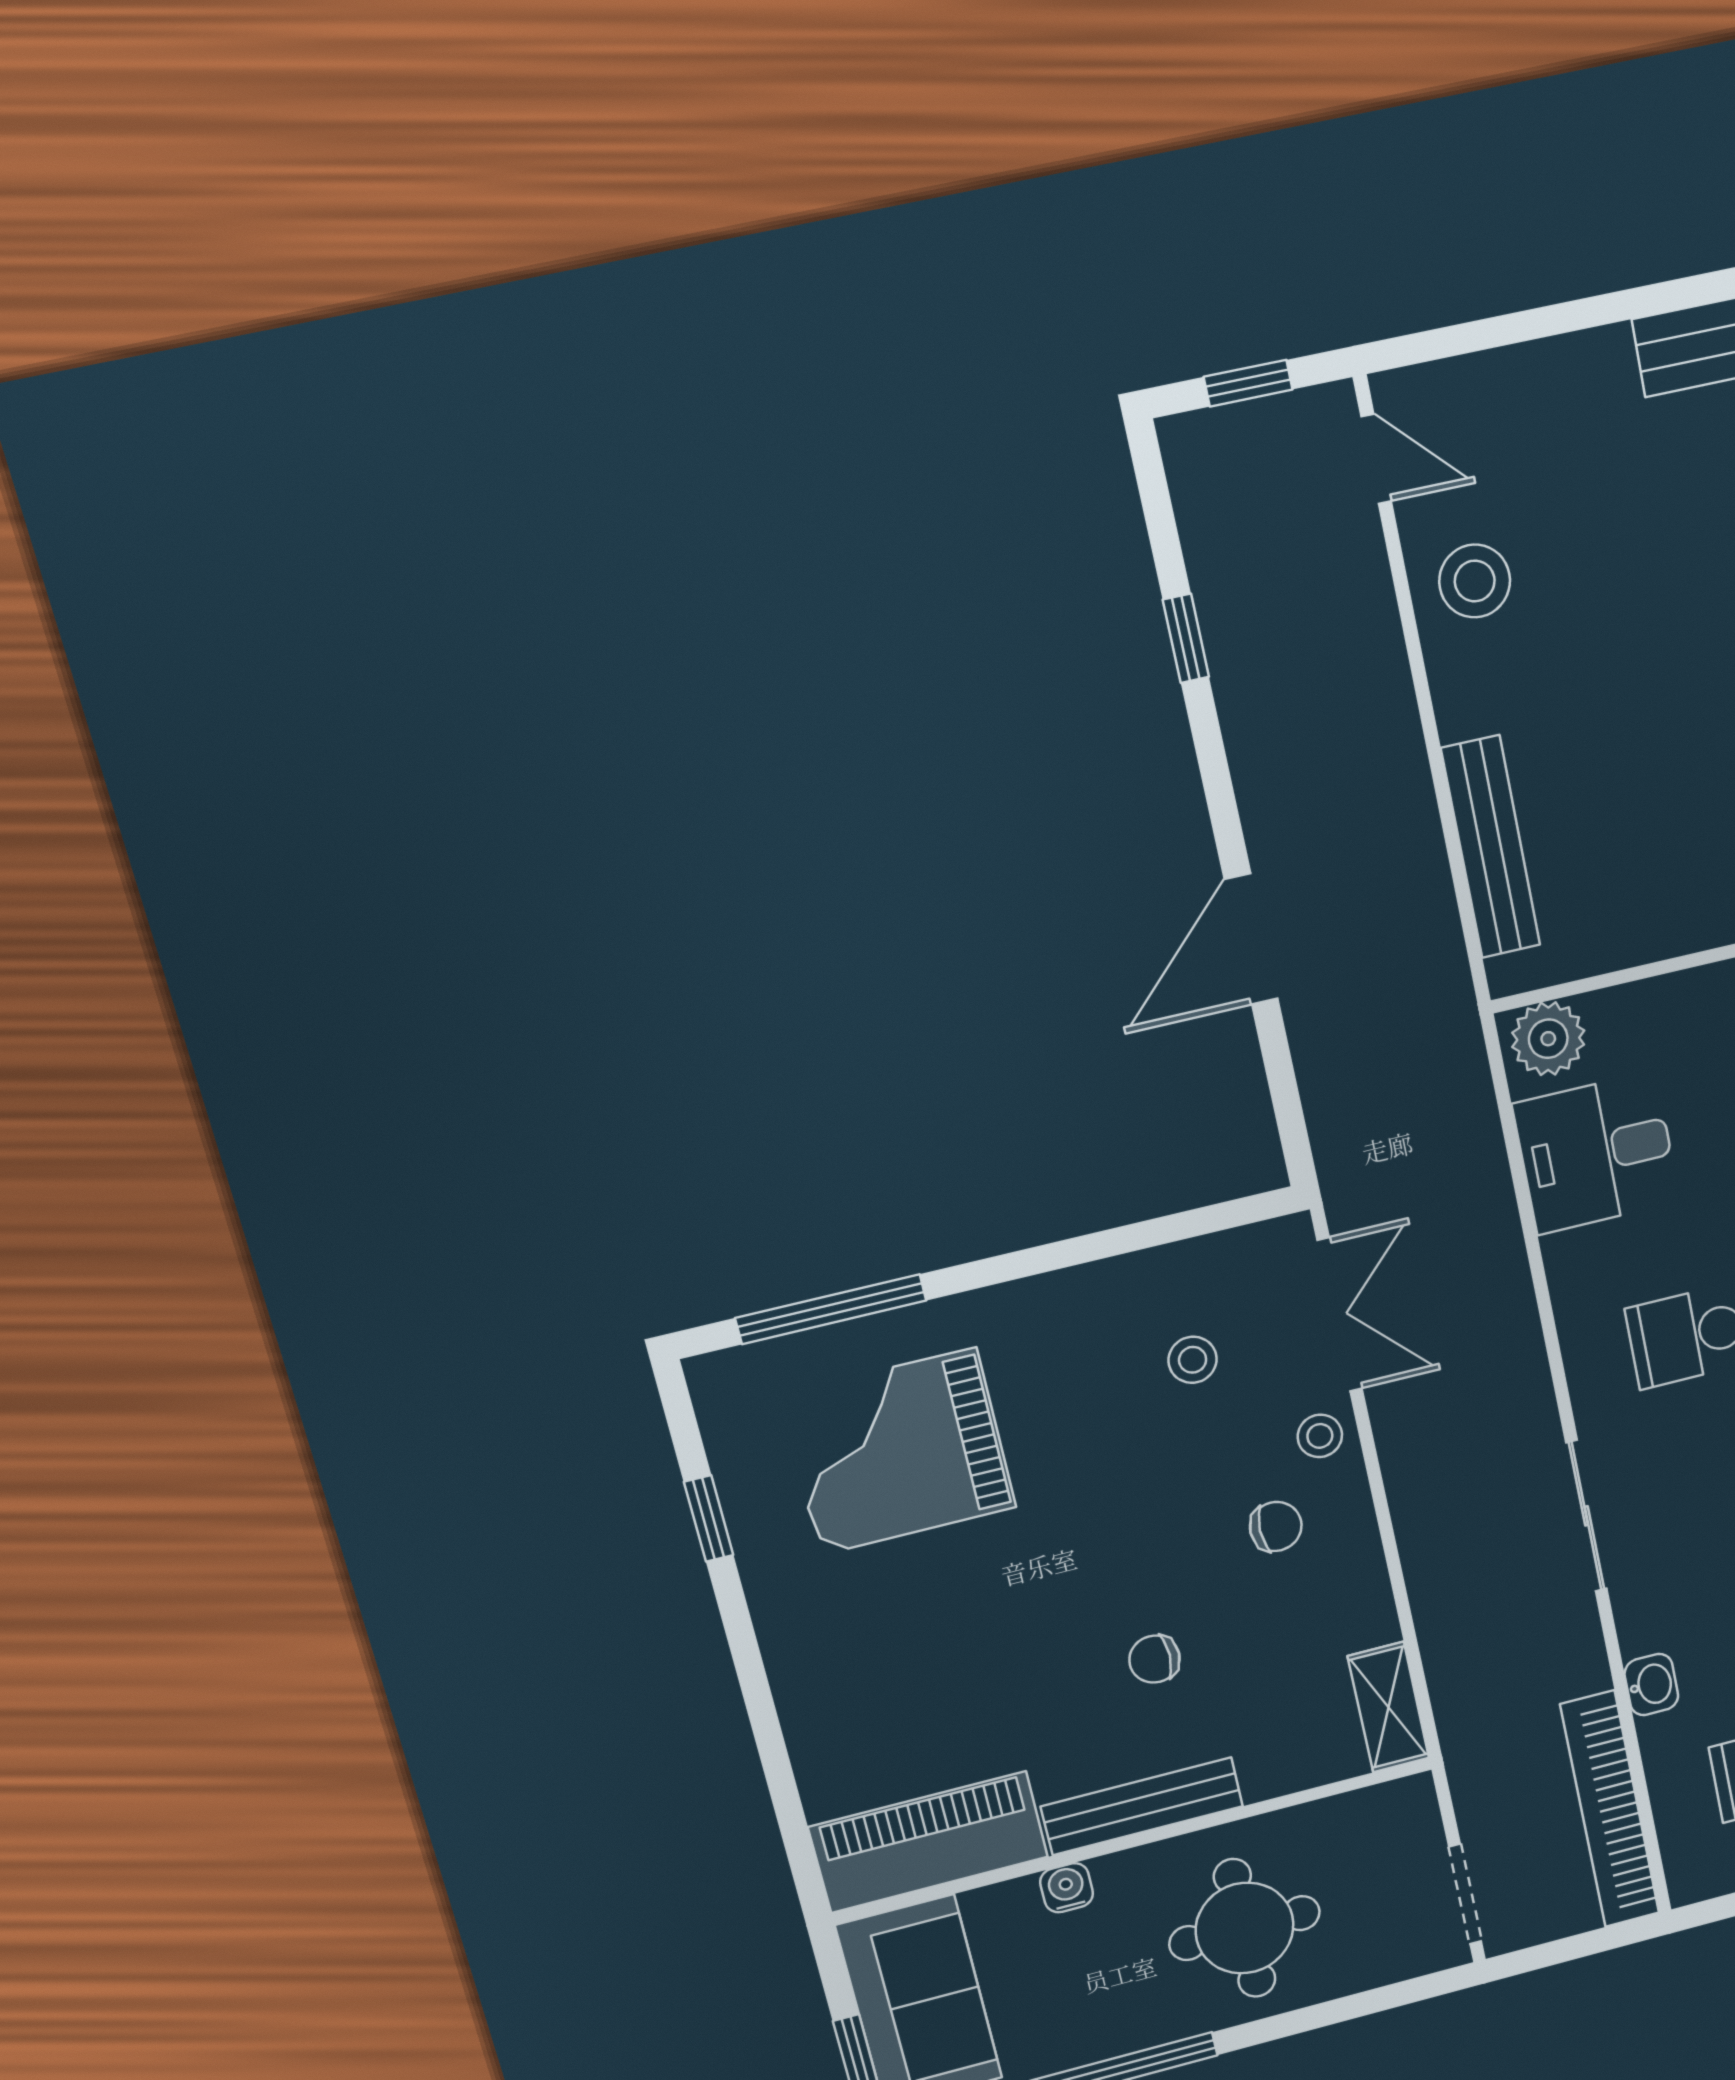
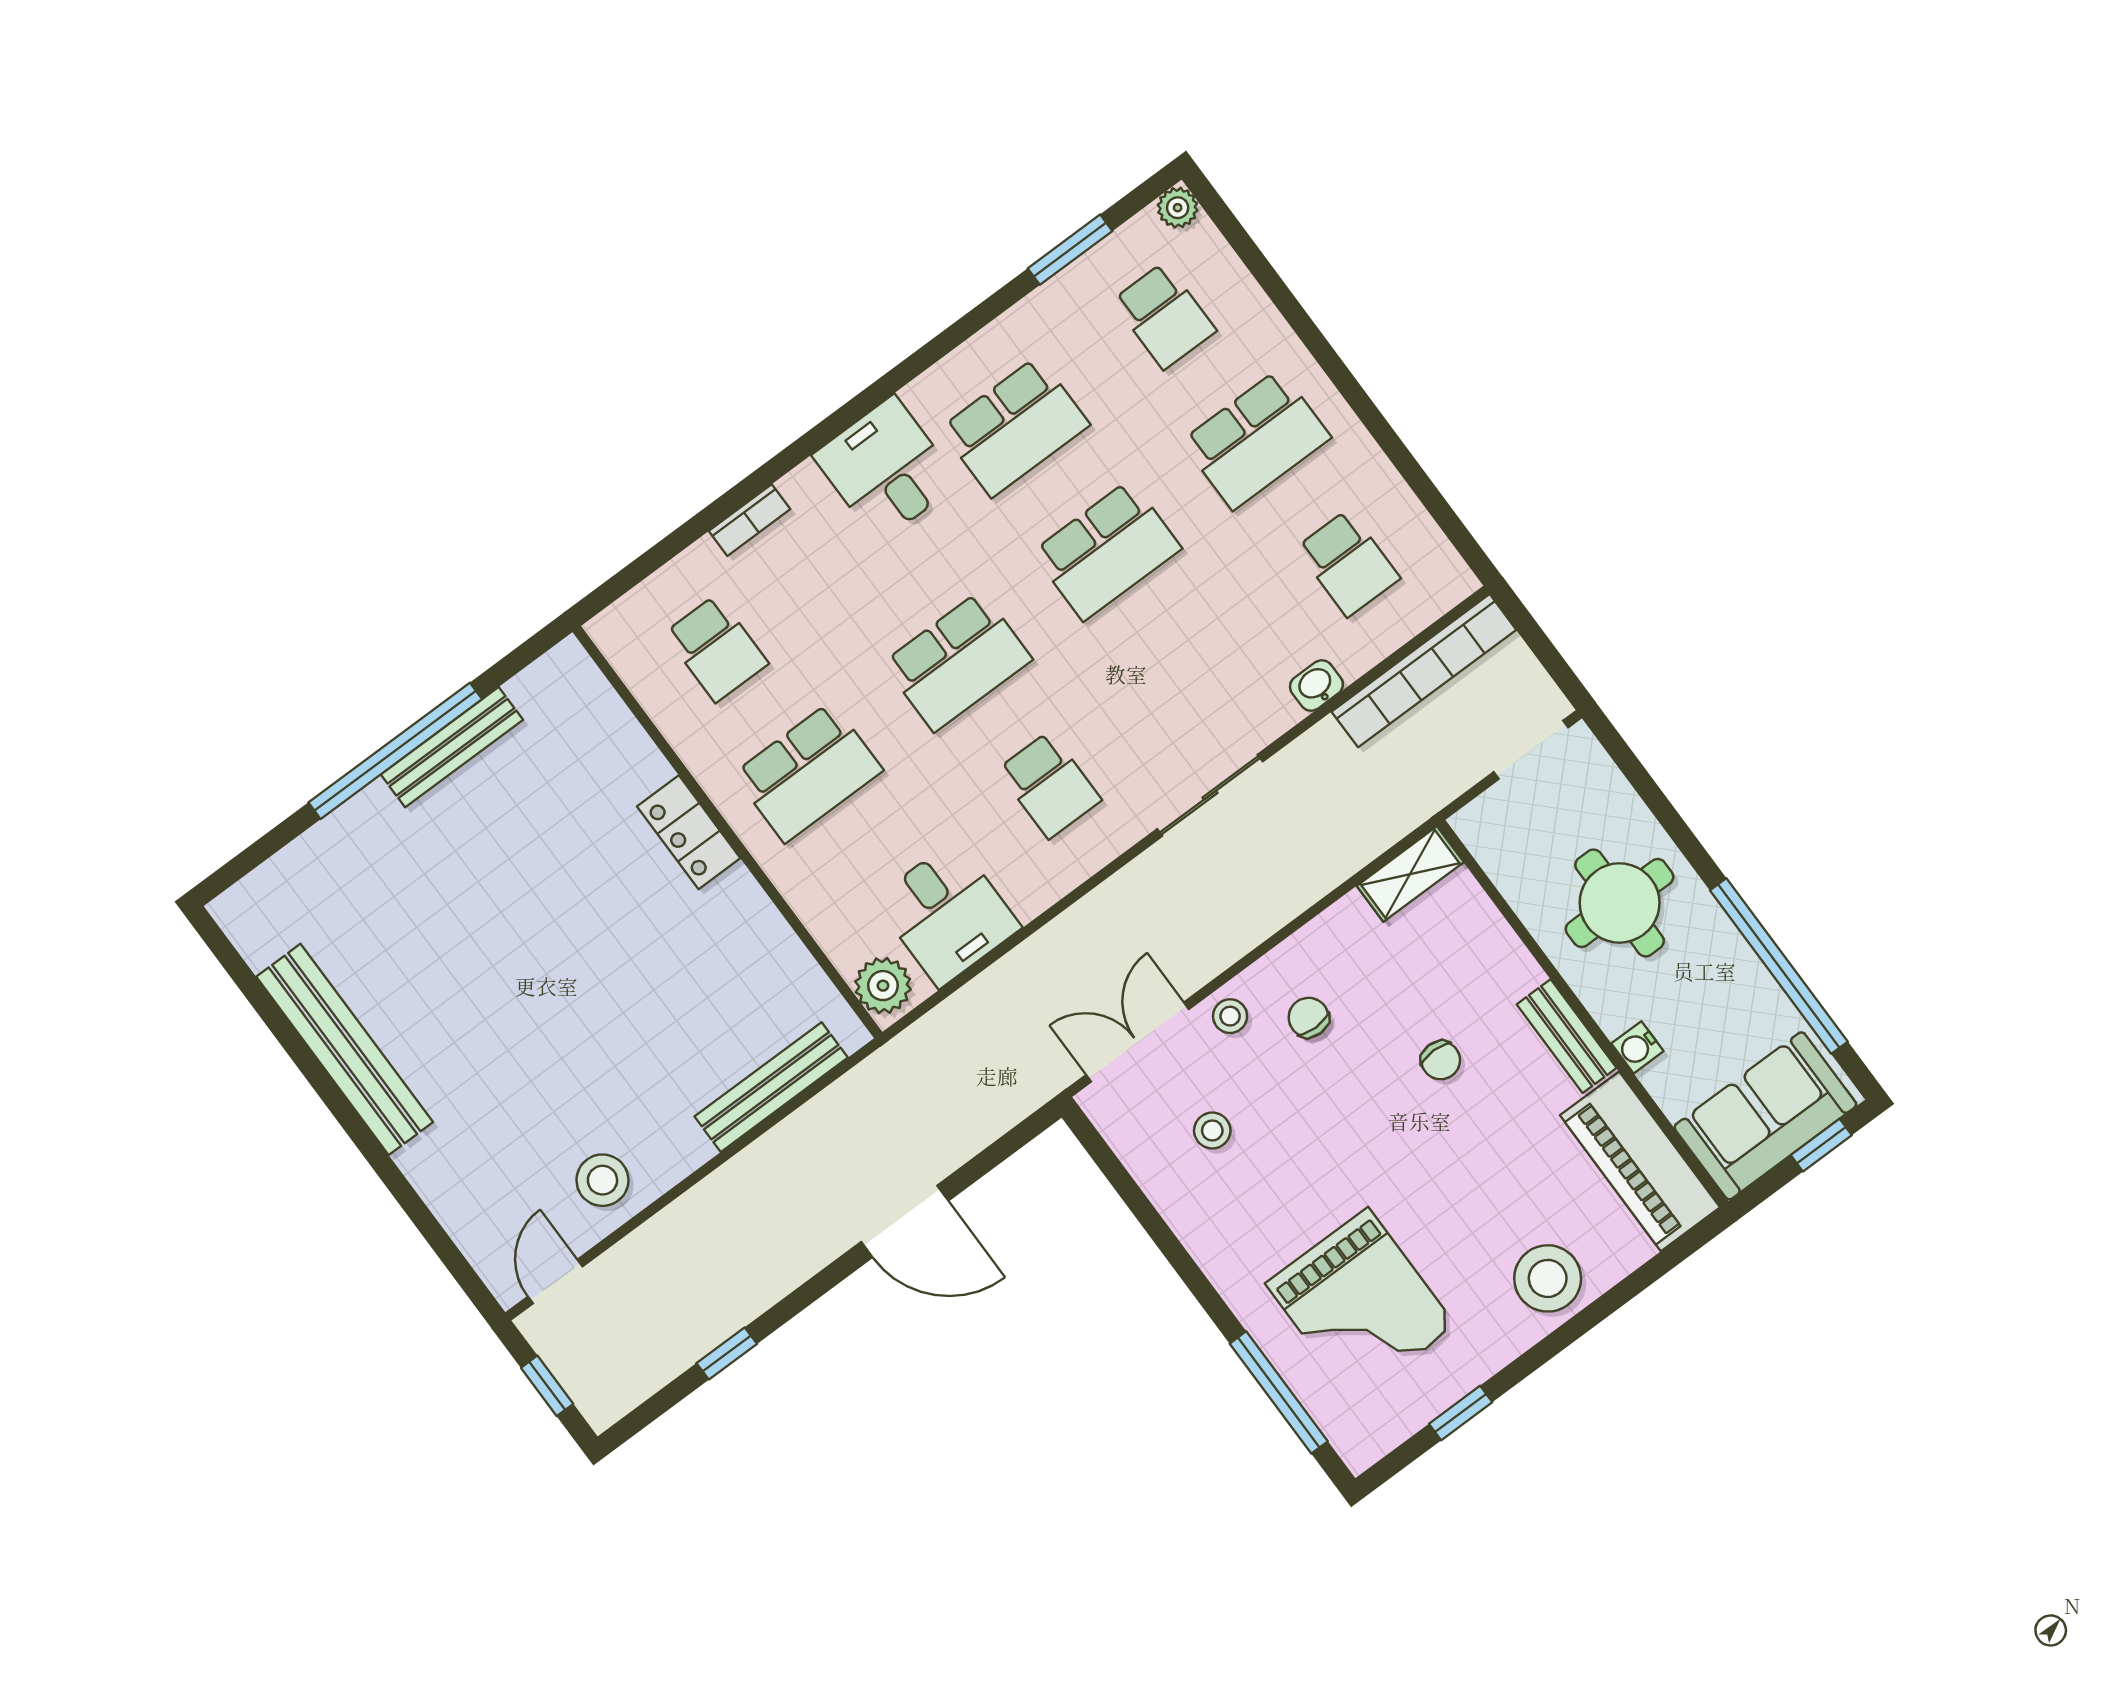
stool: (833, 1684) -> (1548, 1278), added
bench: (1142, 1806) -> (1567, 1036), width x0.73

